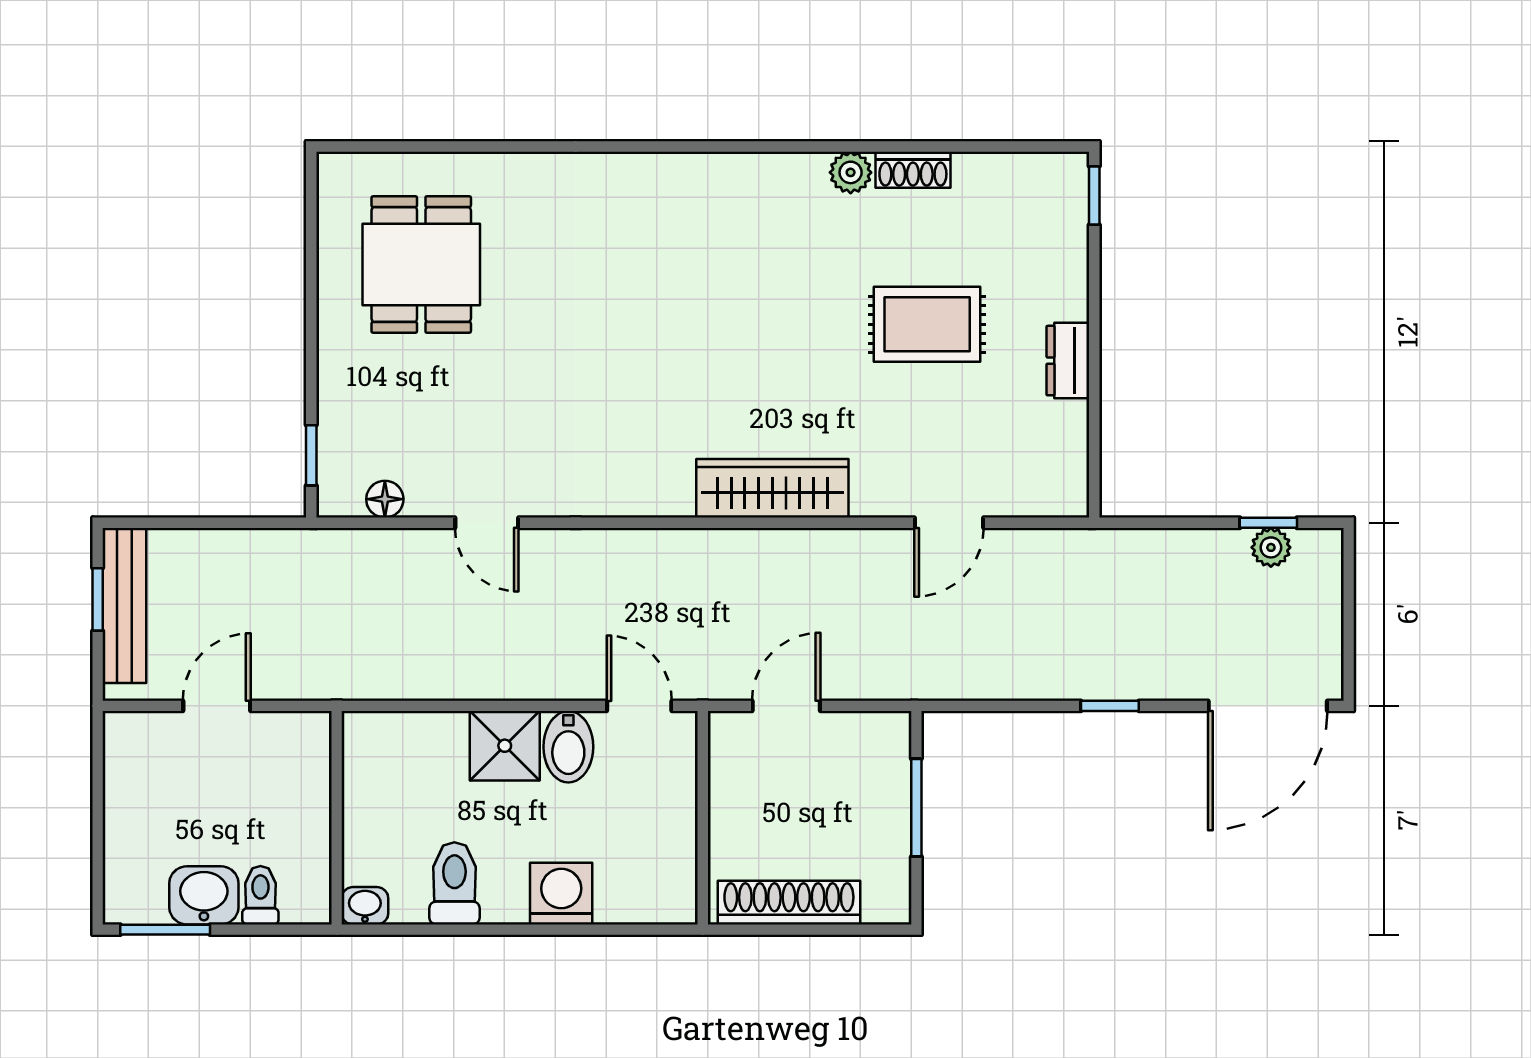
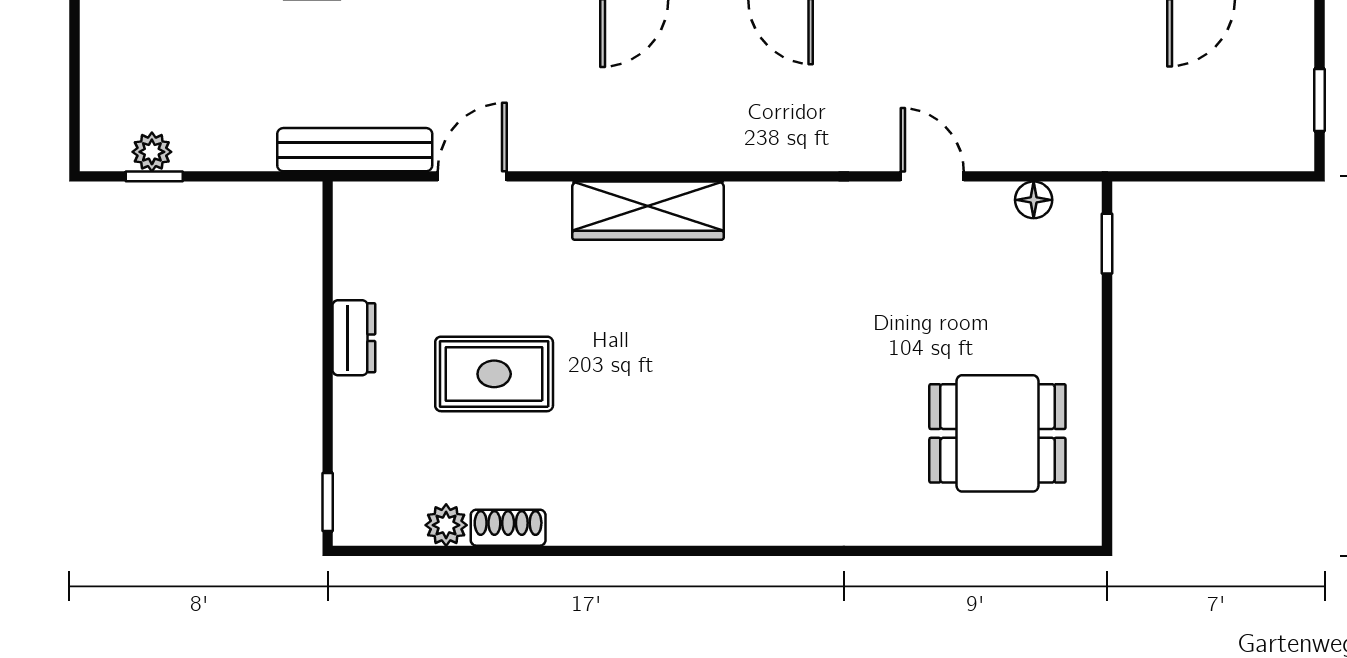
plant: (851, 172) -> (446, 525), moved
dining table: (421, 264) -> (997, 433), turned 90
bench: (124, 606) -> (355, 150), moved, turned 90

